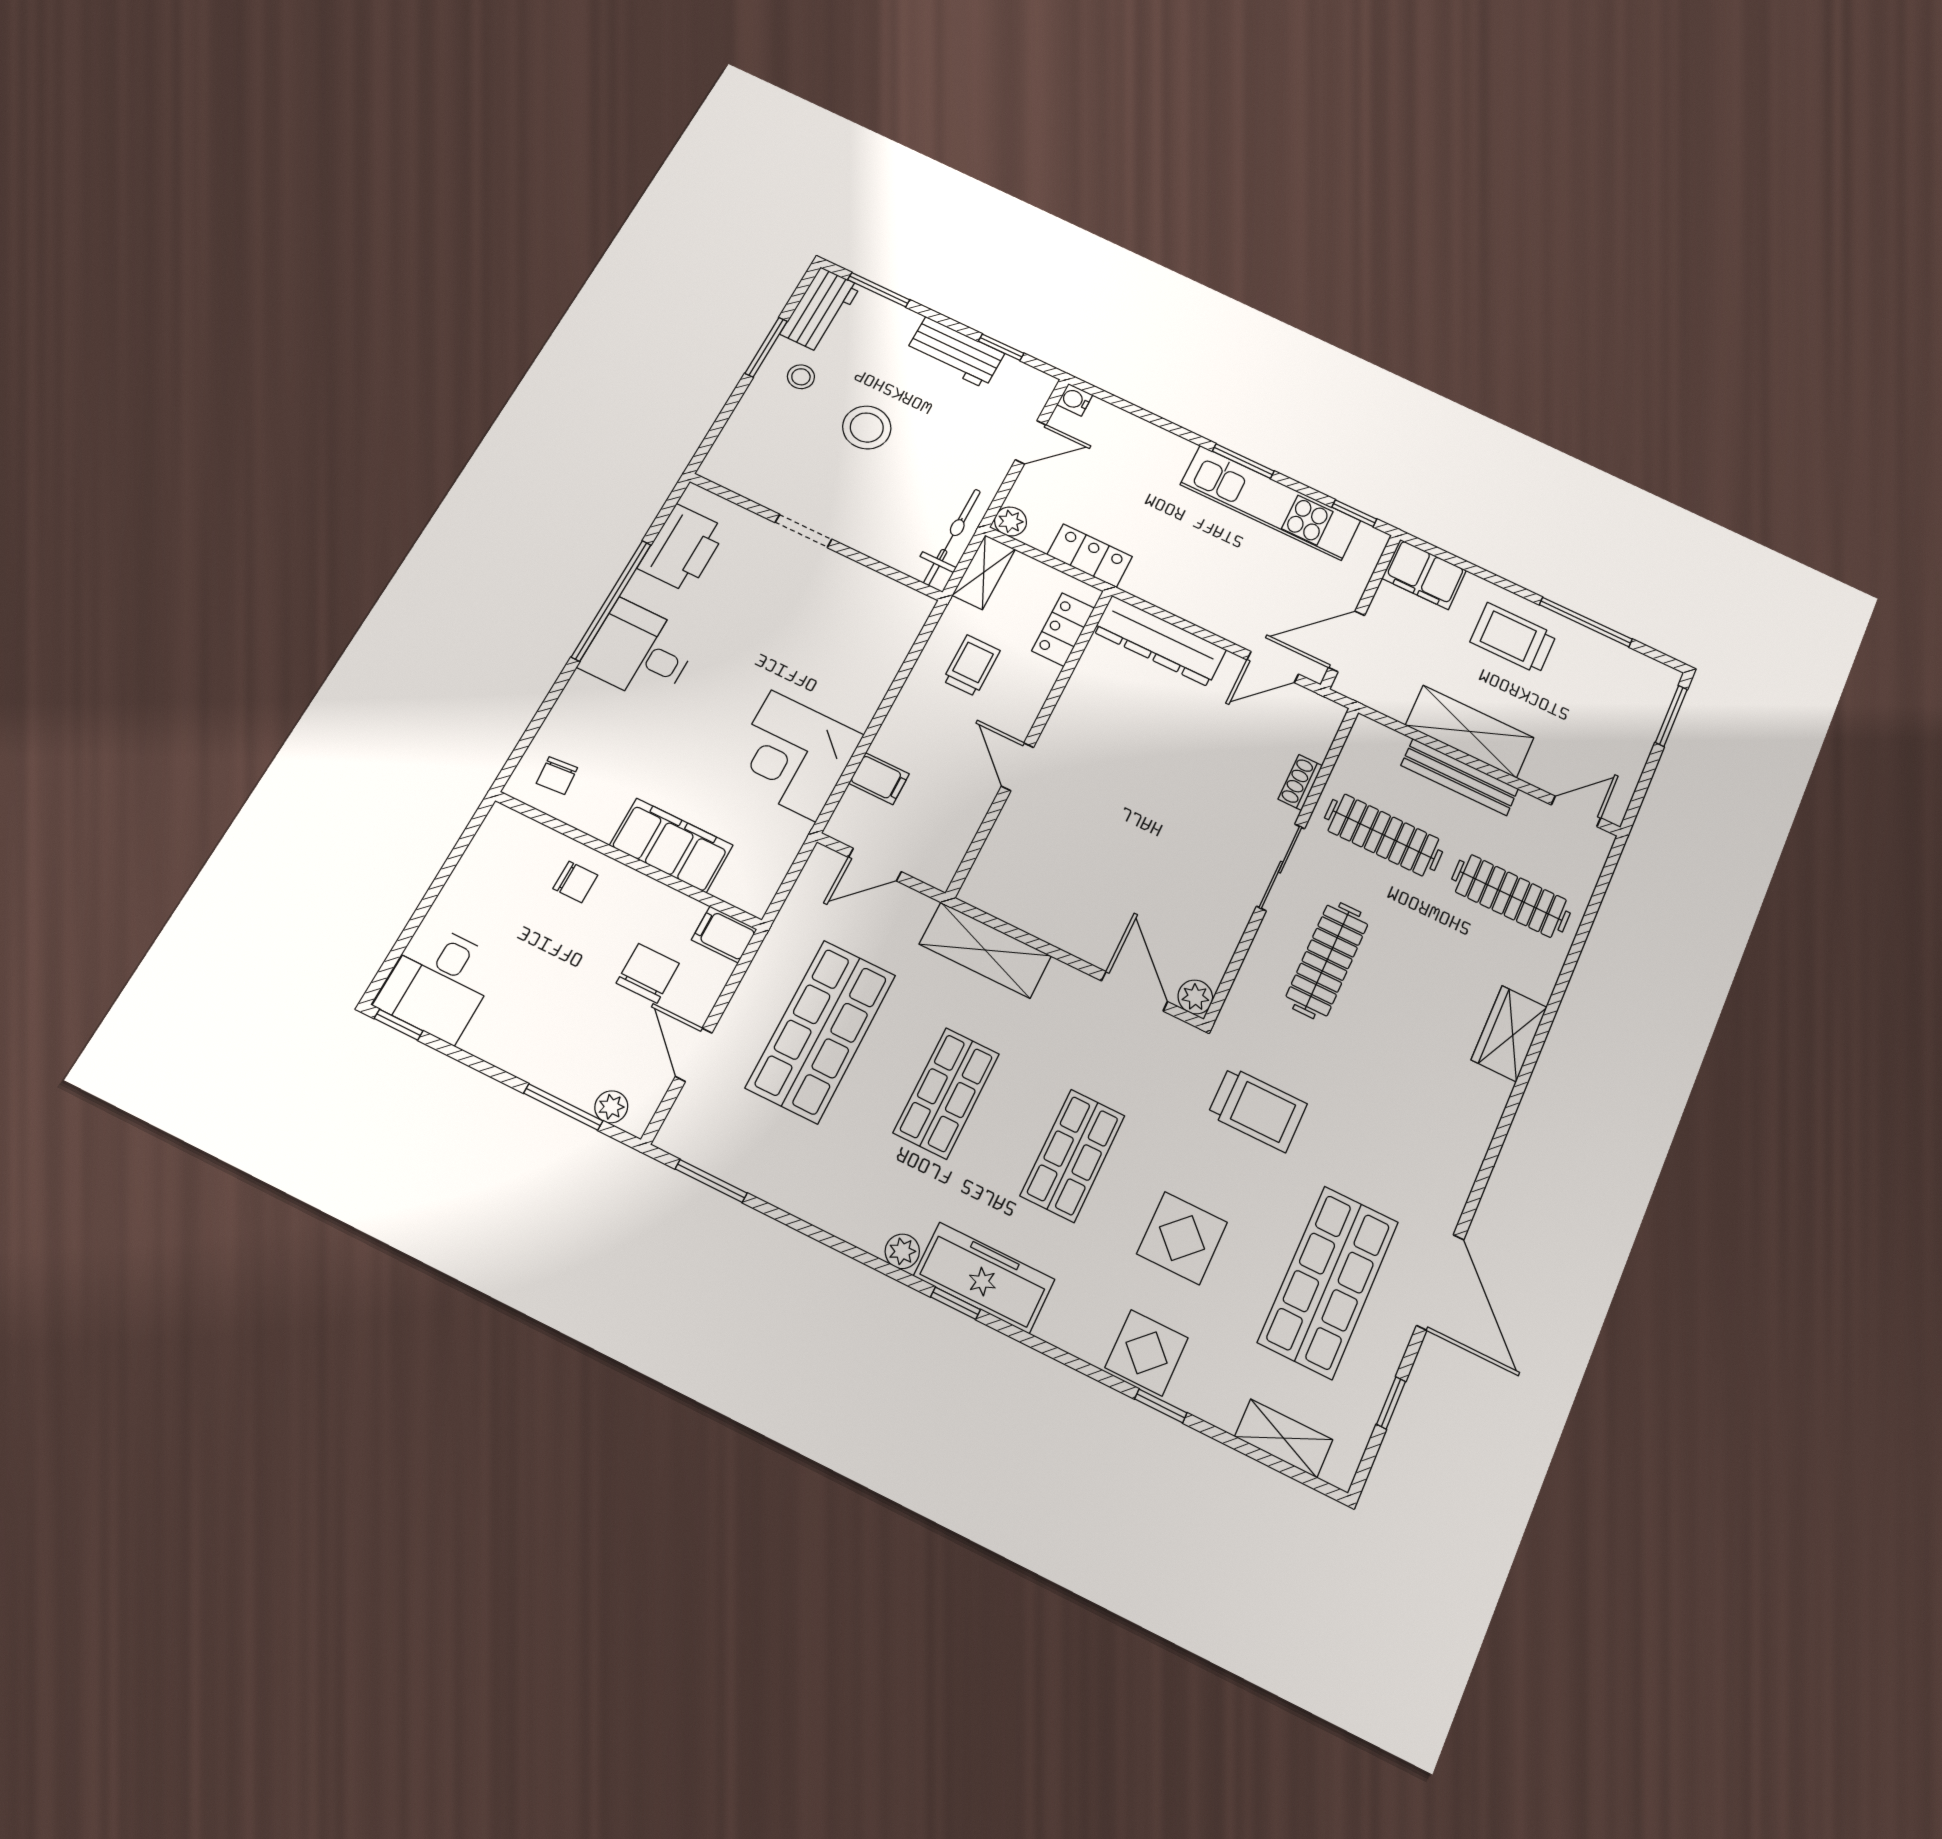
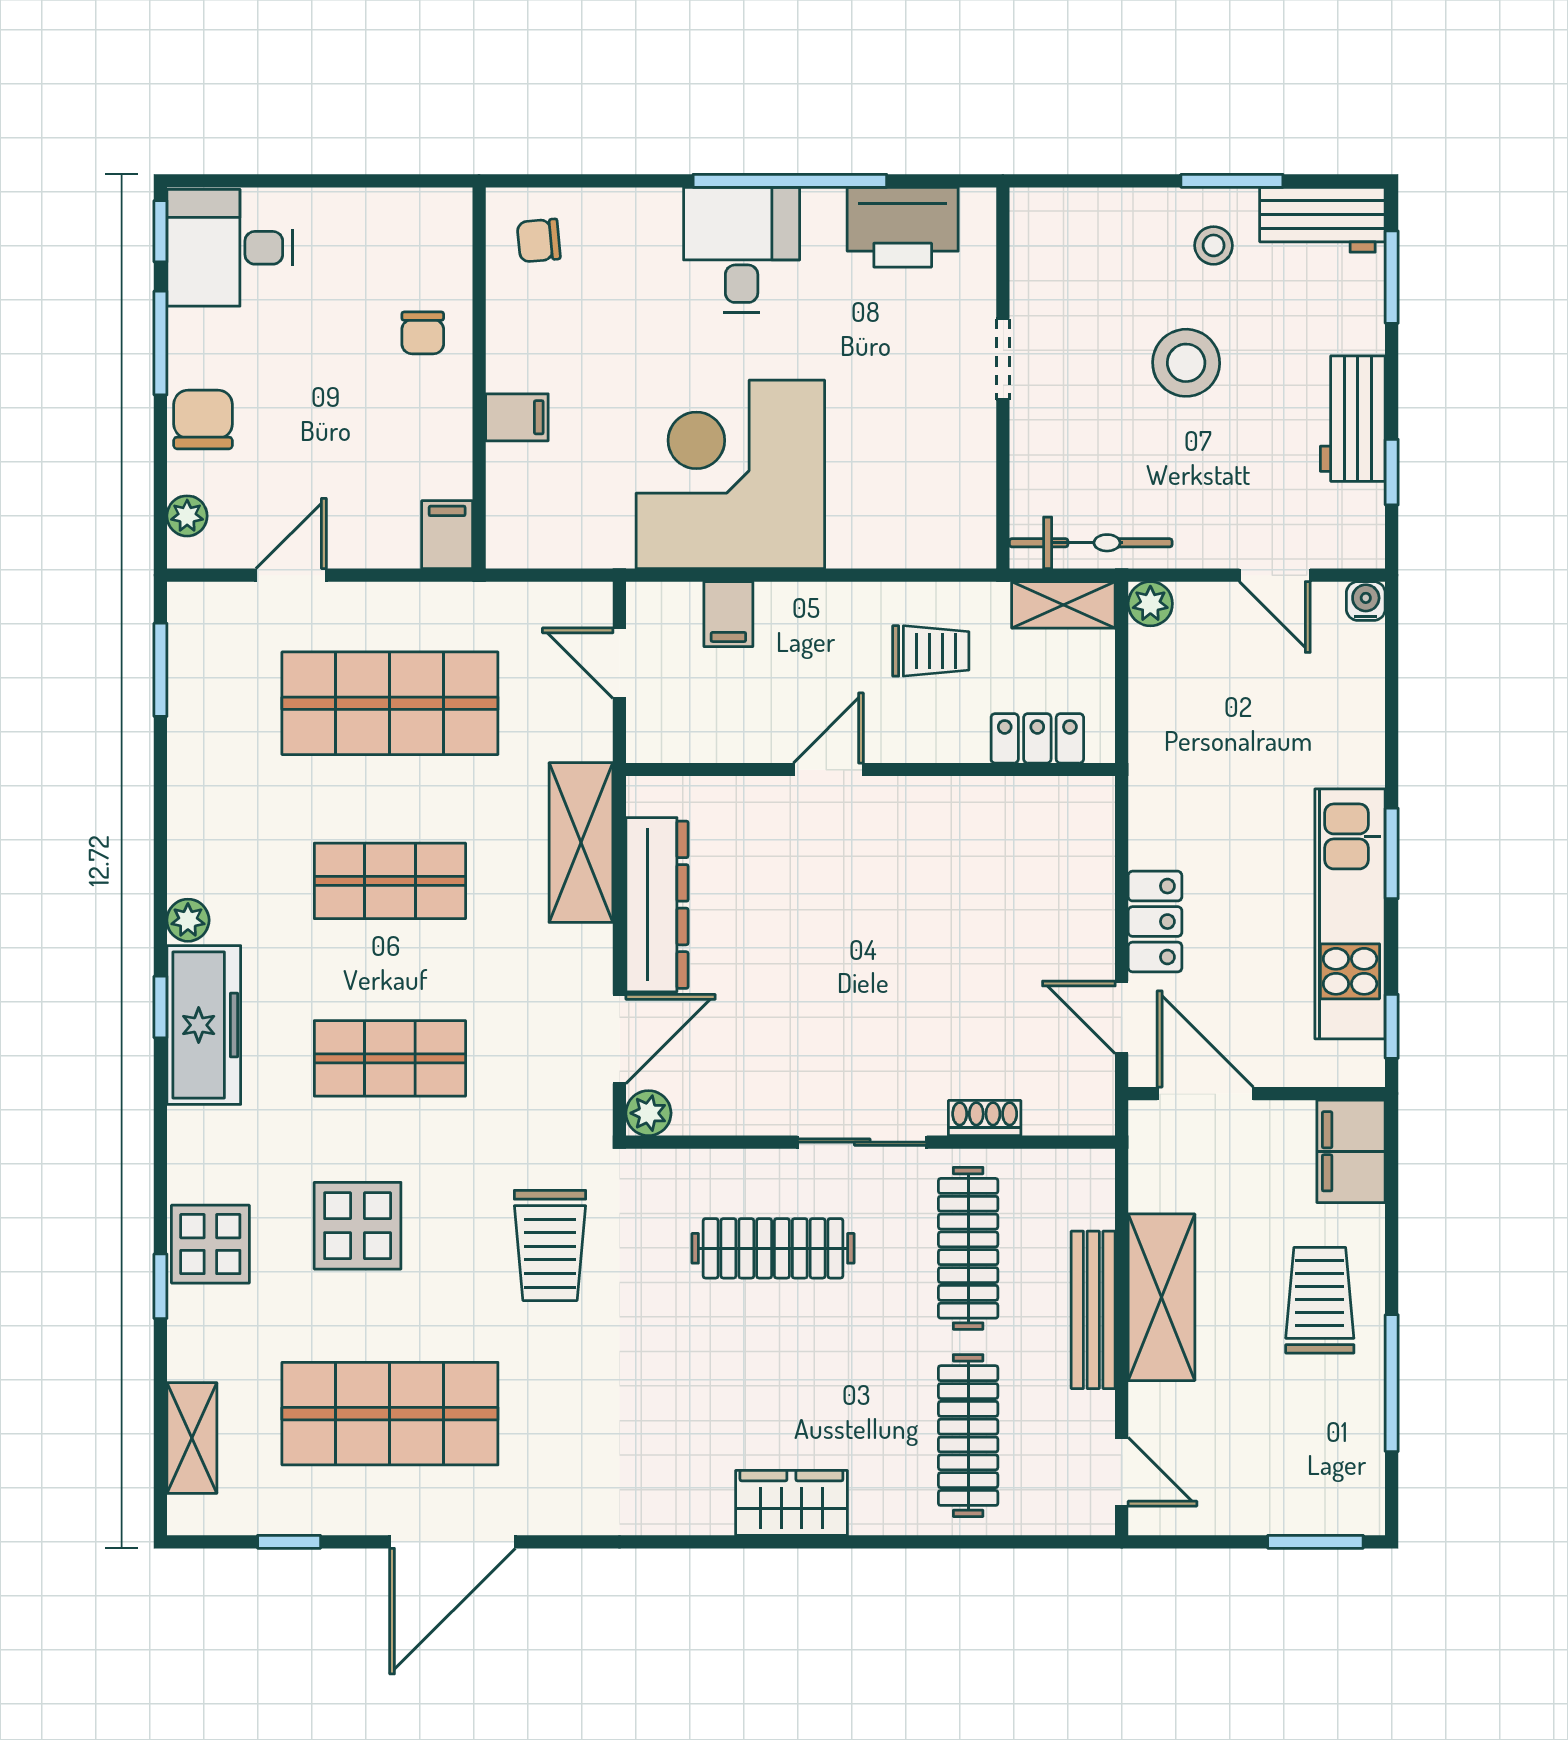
locker: (1090, 556) -> (1155, 922), moved
dresser: (1160, 641) -> (657, 905), moved, turned 180
corner desk: (793, 755) -> (730, 474), width x1.36, depth x1.36
filing cabinet: (671, 845) -> (517, 417), width x0.33, depth x0.86
chair: (648, 973) -> (203, 420), moved, turned -90
window: (563, 1107) -> (160, 343), moved

